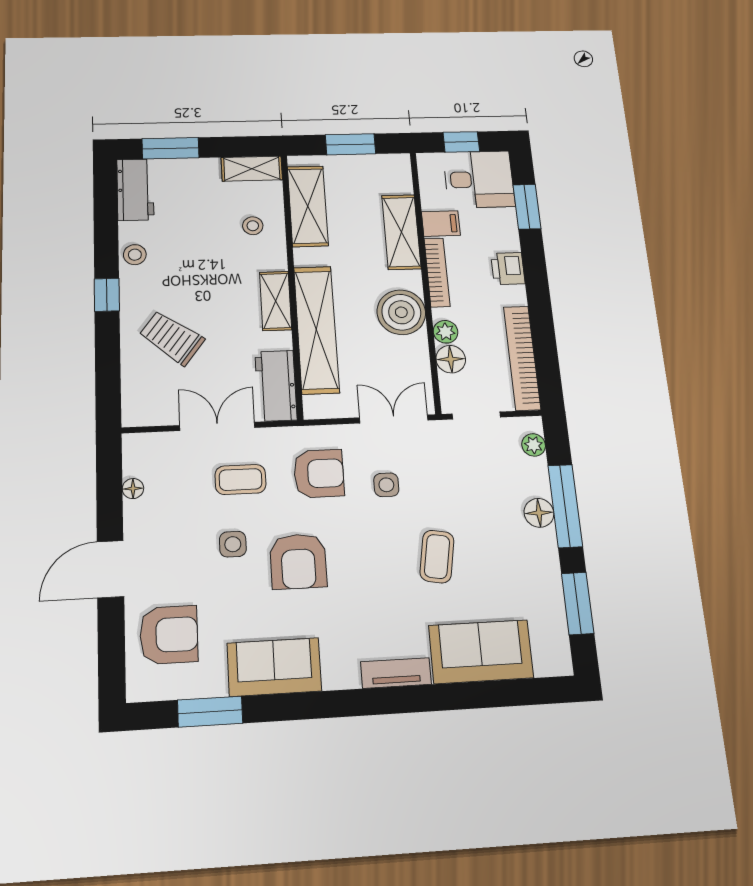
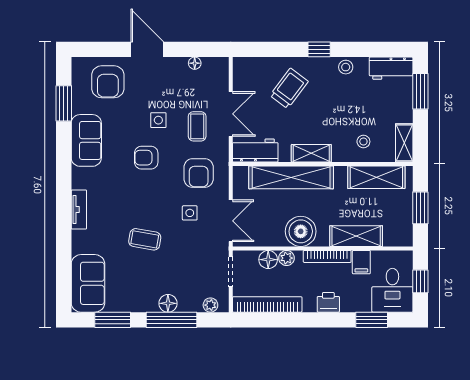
armchair: (298, 561) -> (146, 158), width x0.72, depth x0.72
sofa: (481, 652) -> (88, 283), moved

